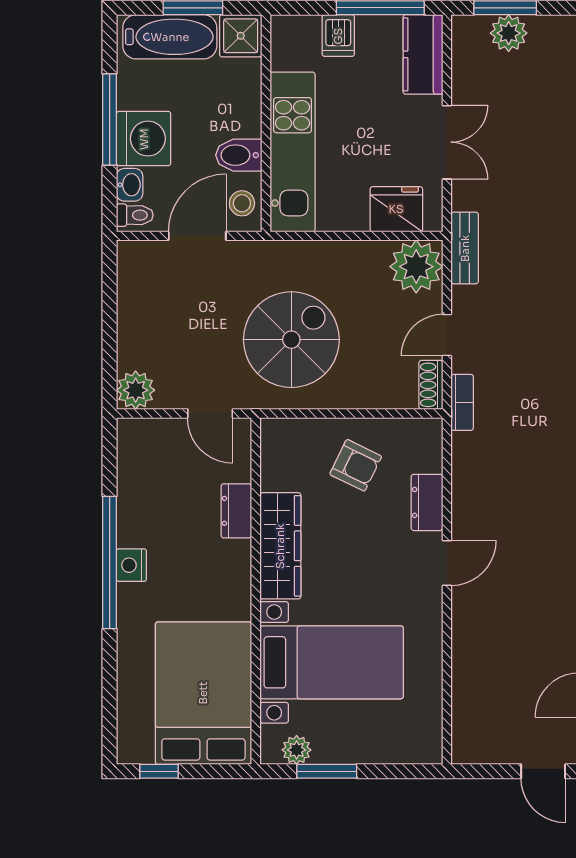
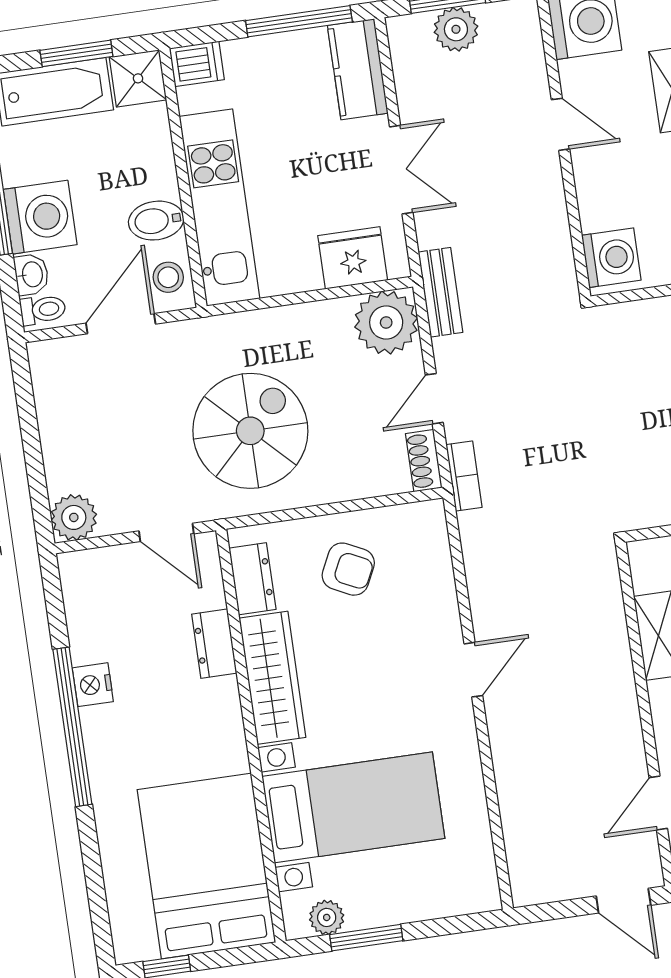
dishwasher: (338, 36) -> (197, 64), moved, turned -90
dresser: (427, 502) -> (252, 579), moved, turned 180
nightstand: (131, 565) -> (93, 685), moved

